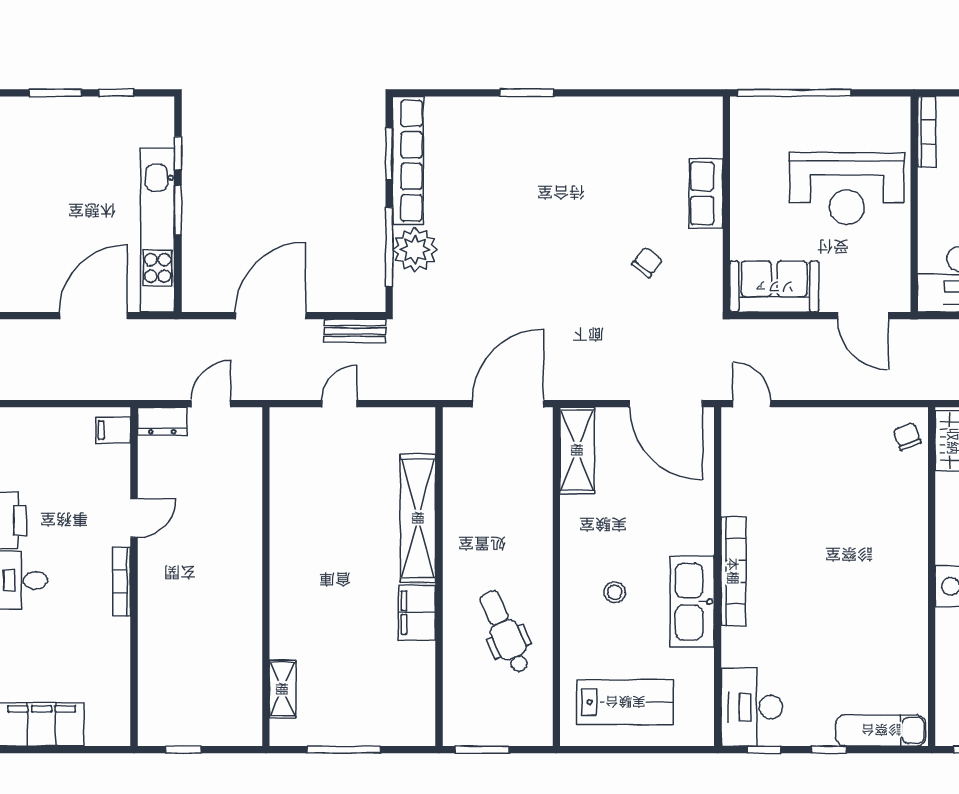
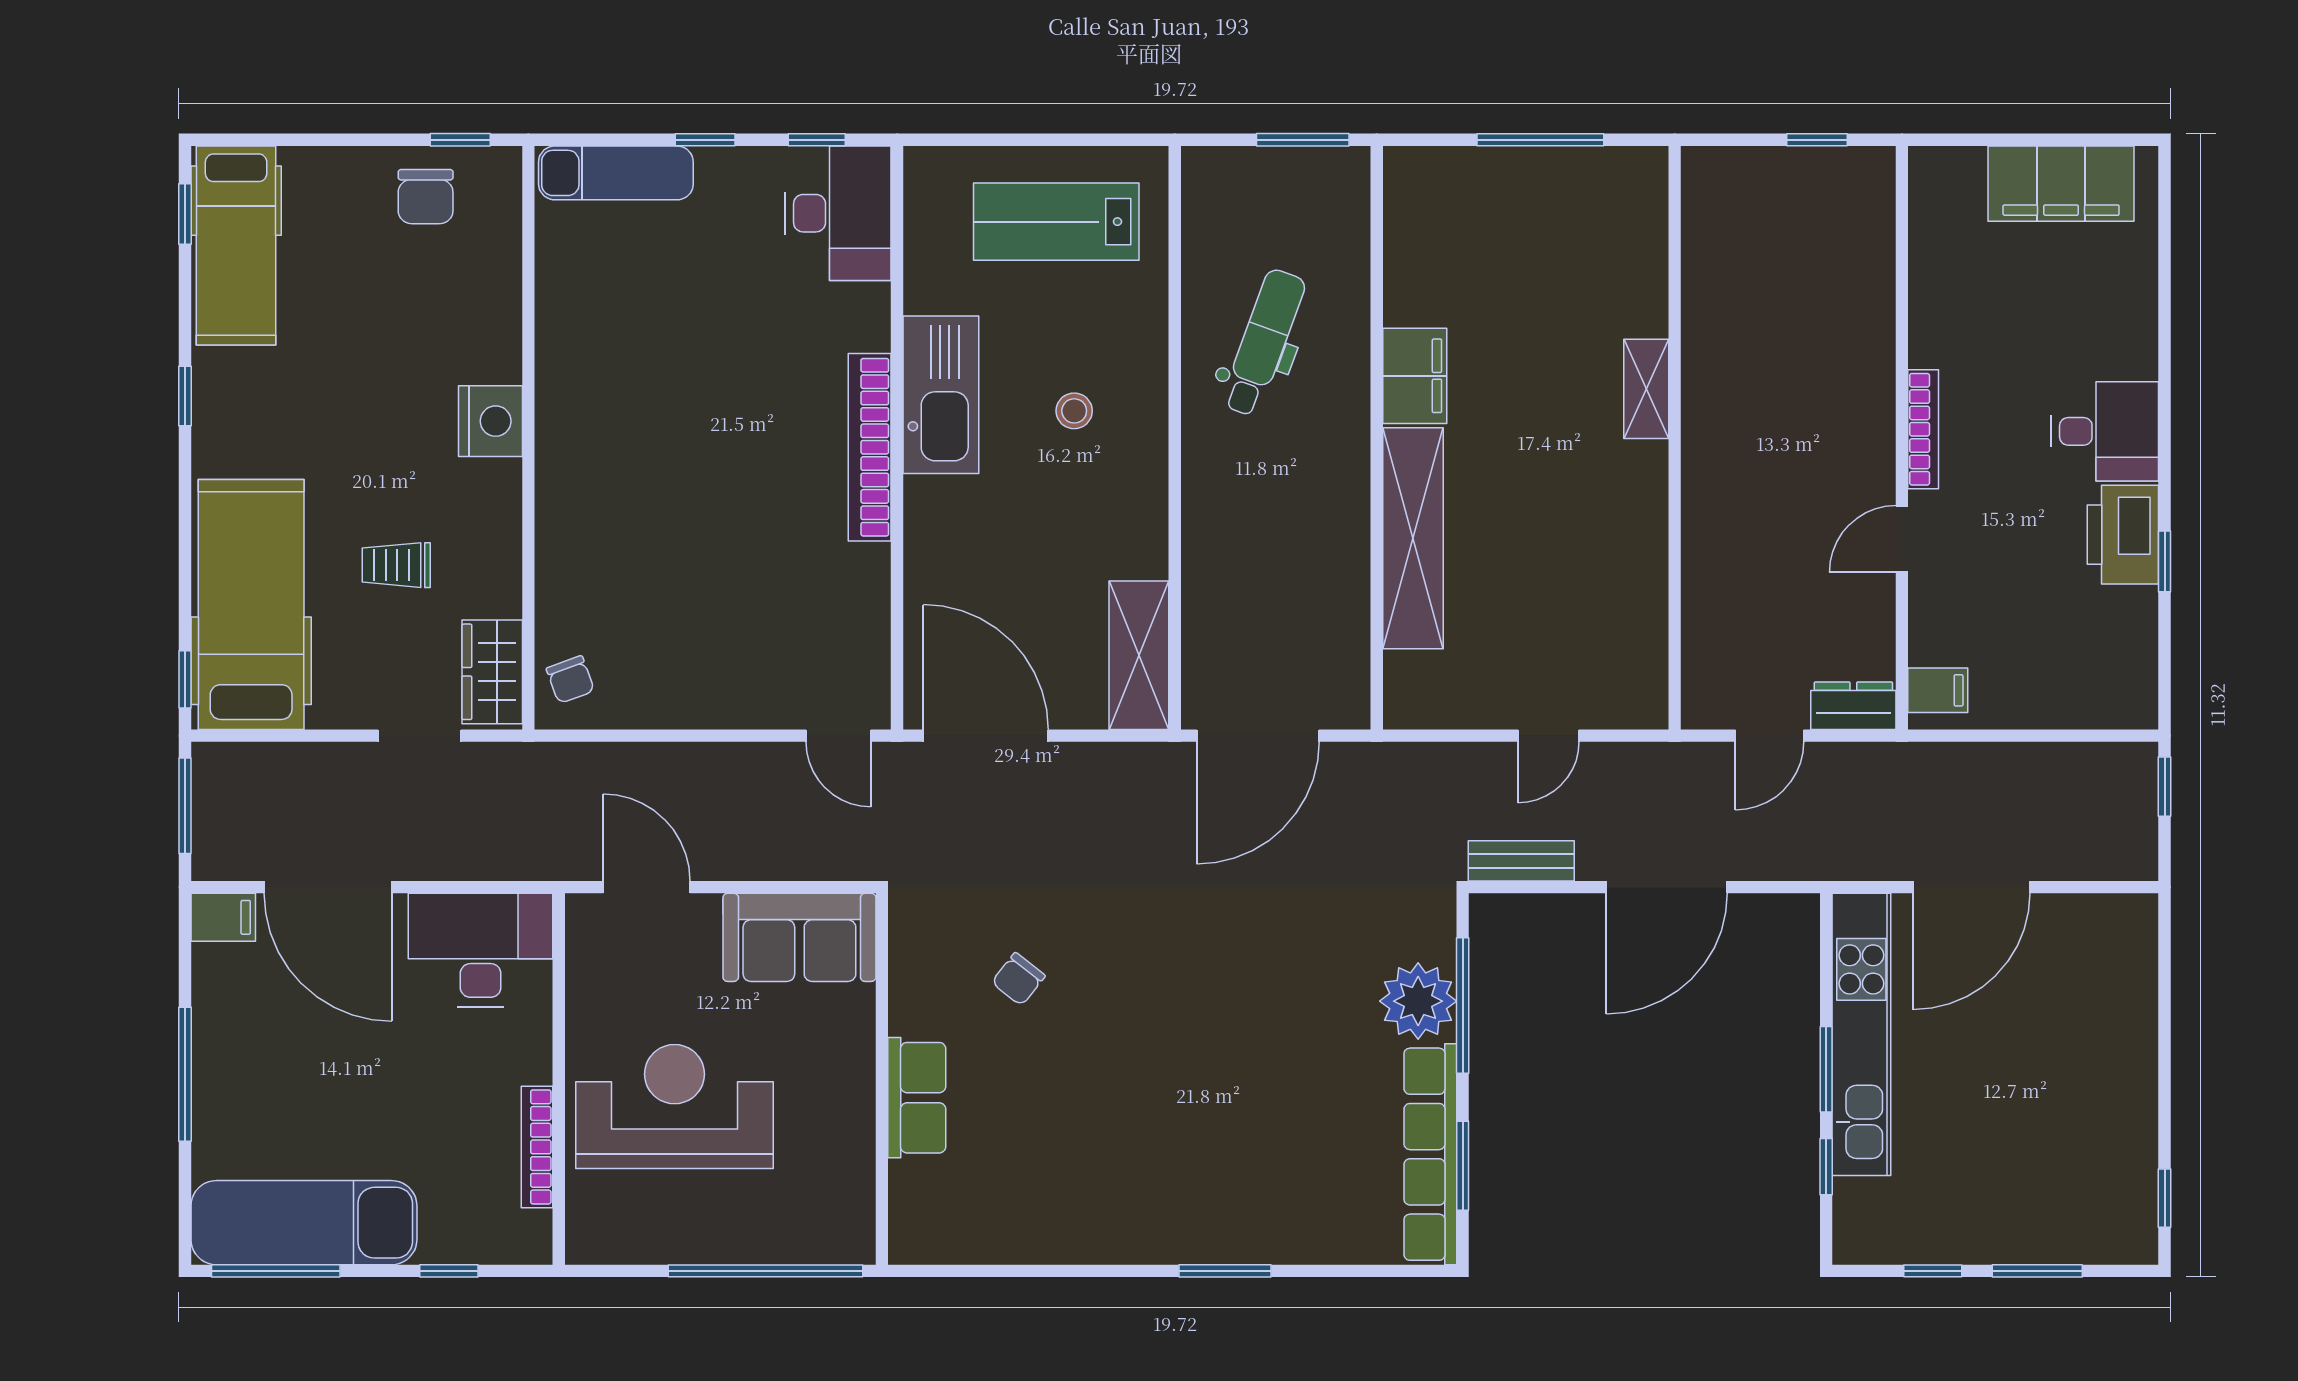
bookcase: (927, 132) -> (537, 1147), moved
dental chair: (505, 632) -> (1263, 343), turned -136
shelving: (282, 689) -> (1646, 389), moved

